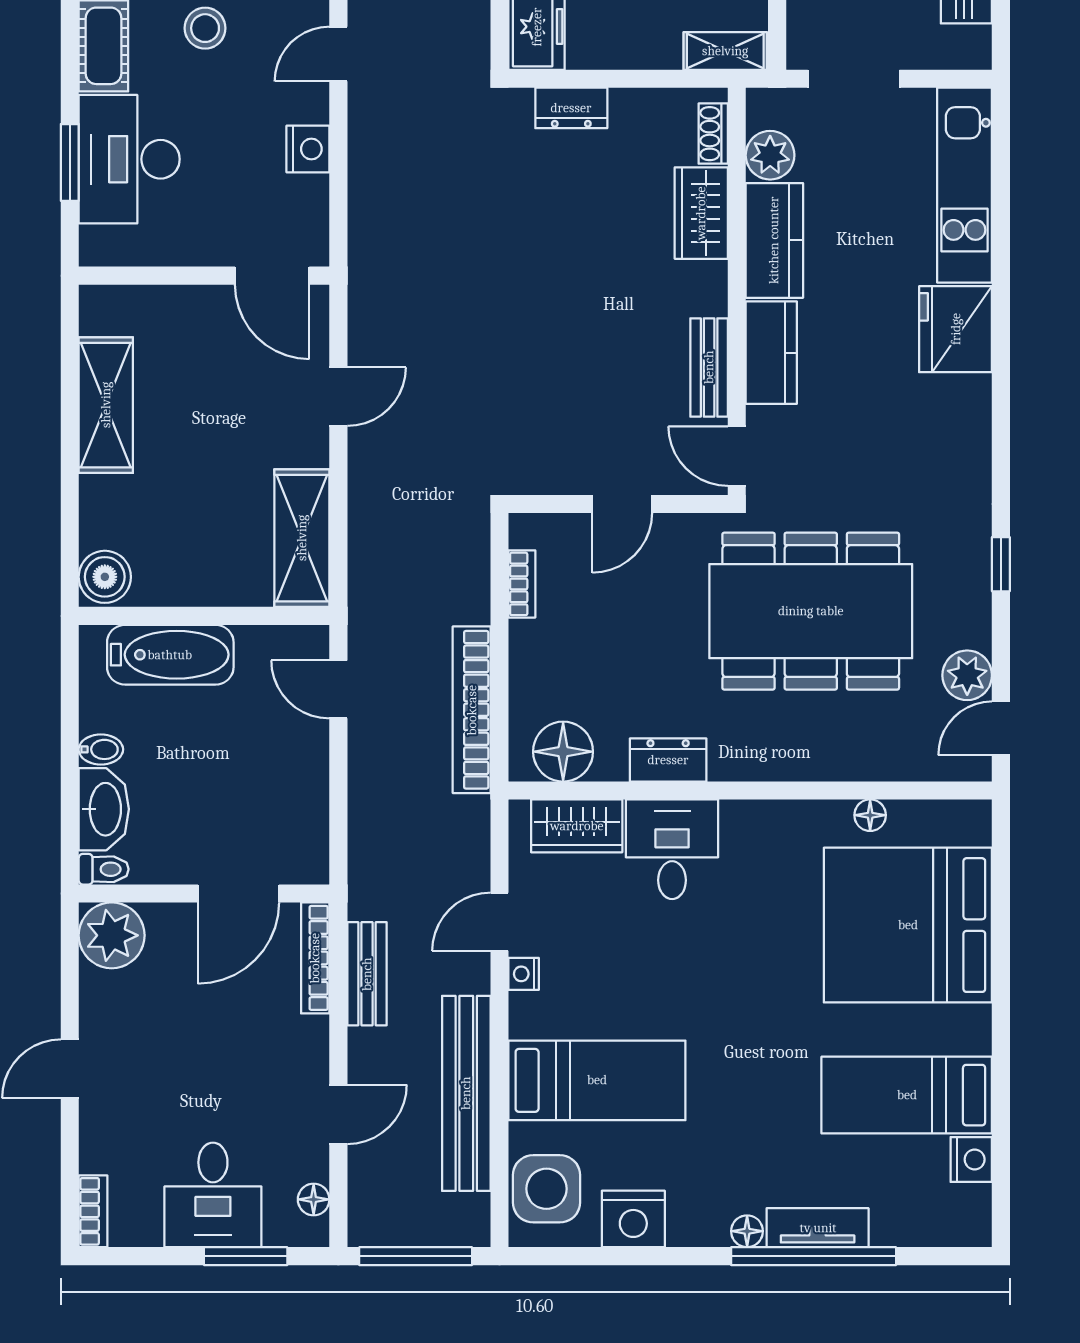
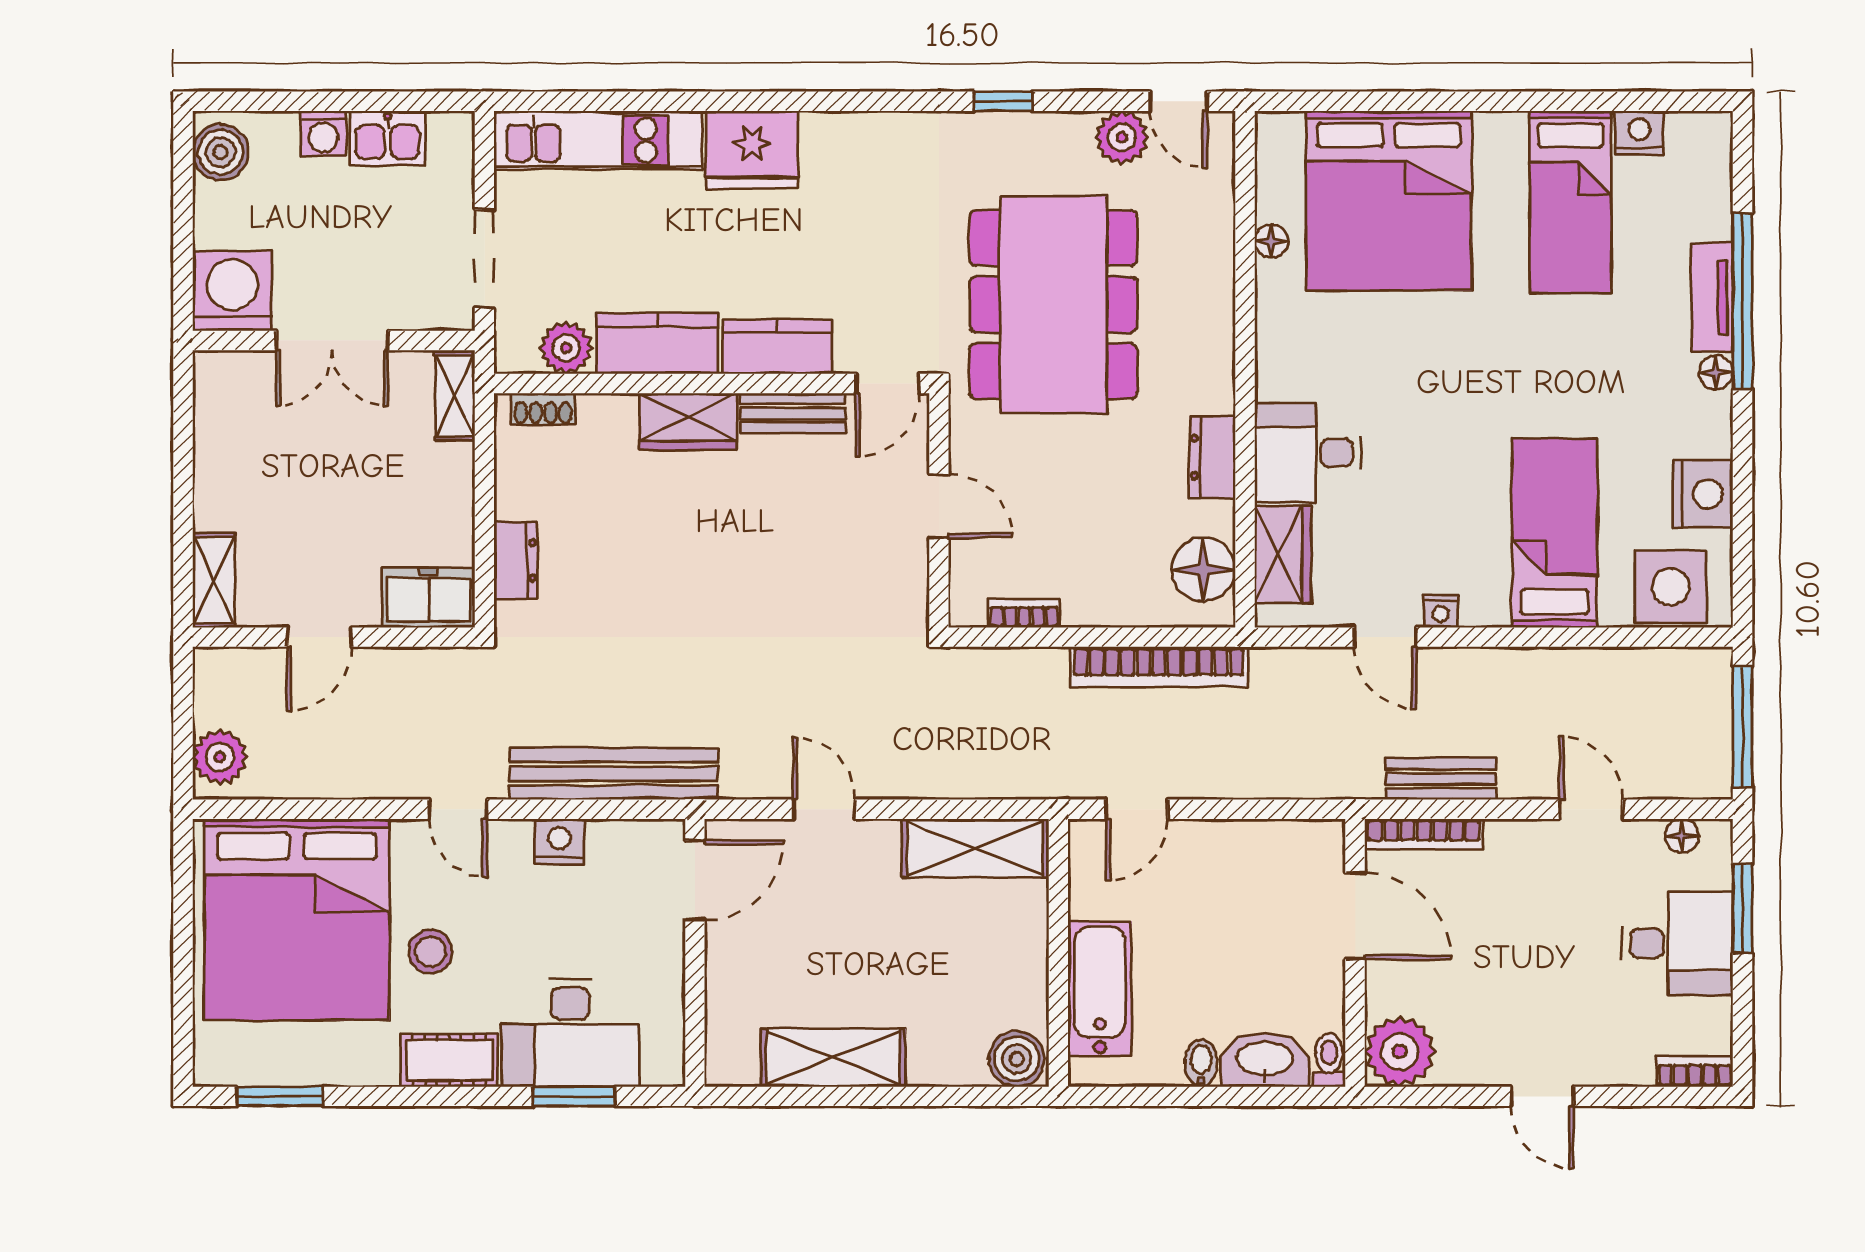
wardrobe: (701, 213) -> (688, 421), moved
bench: (466, 1093) -> (613, 774), moved

